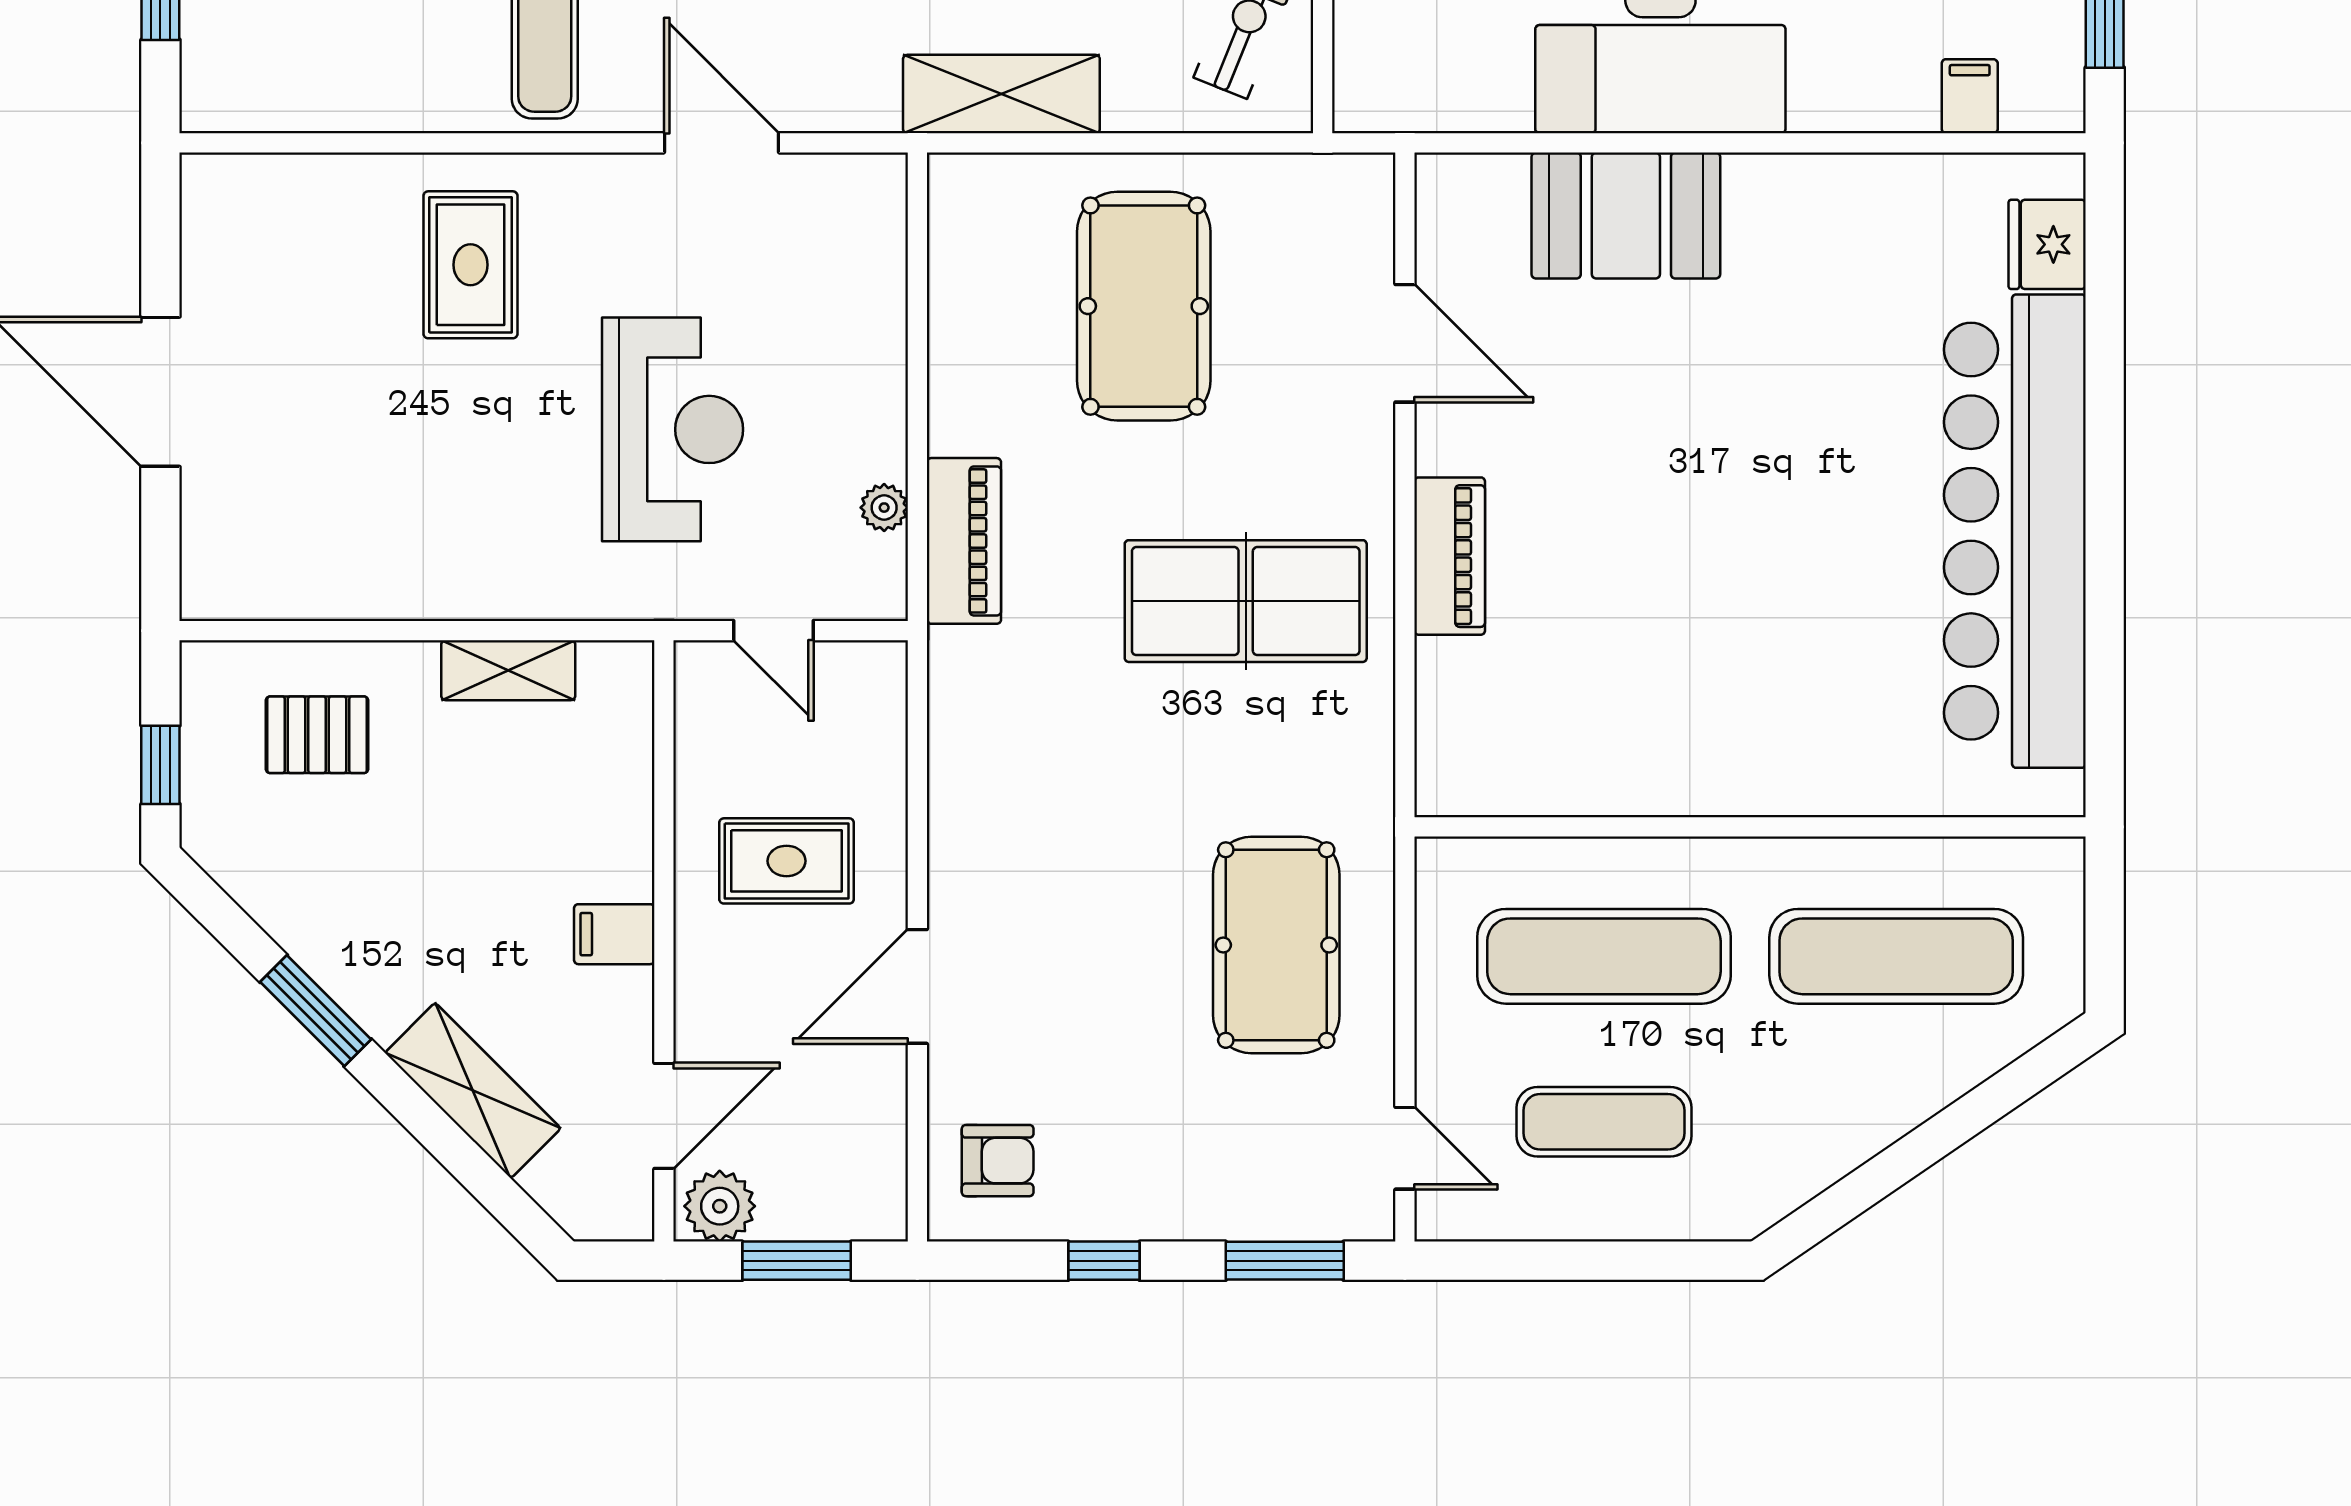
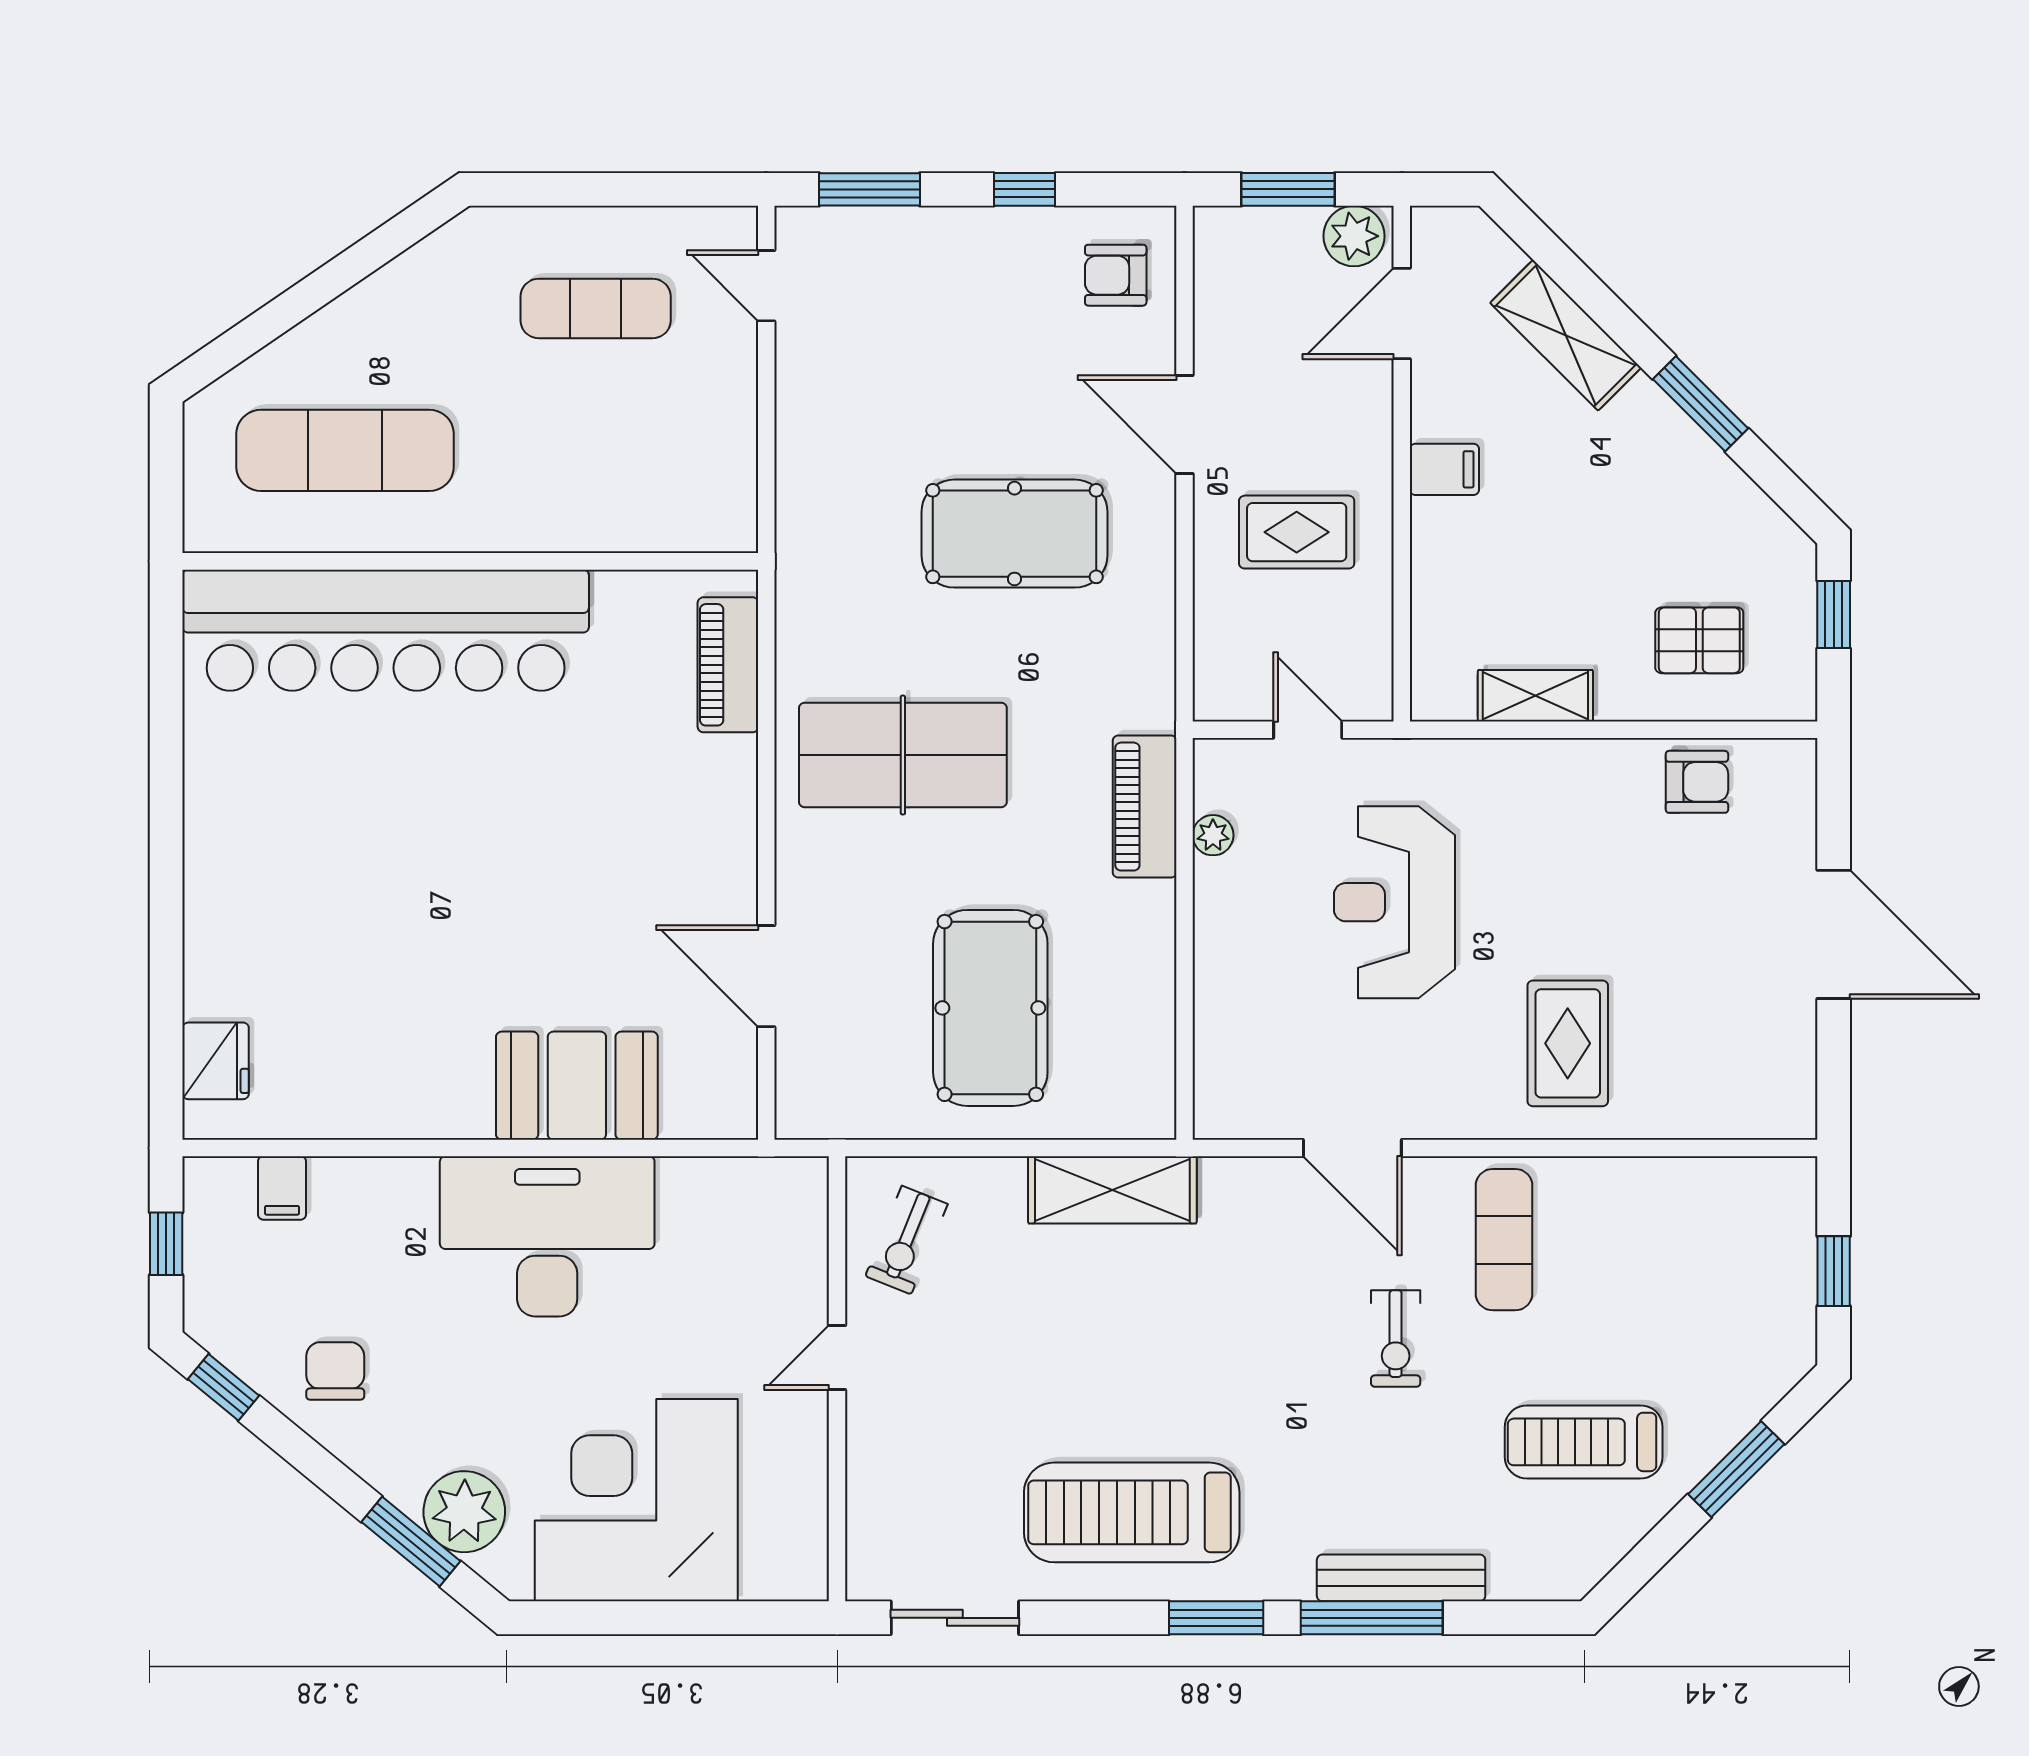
bar counter: (2015, 531) -> (386, 630), moved, turned 90
piano: (1450, 556) -> (728, 665), moved
armchair: (320, 570) -> (1697, 782), added
pool table: (1276, 945) -> (1014, 534), moved, turned 90
exercise mat: (1604, 956) -> (596, 450), removed
door: (917, 986) -> (1185, 424), swing flipped

